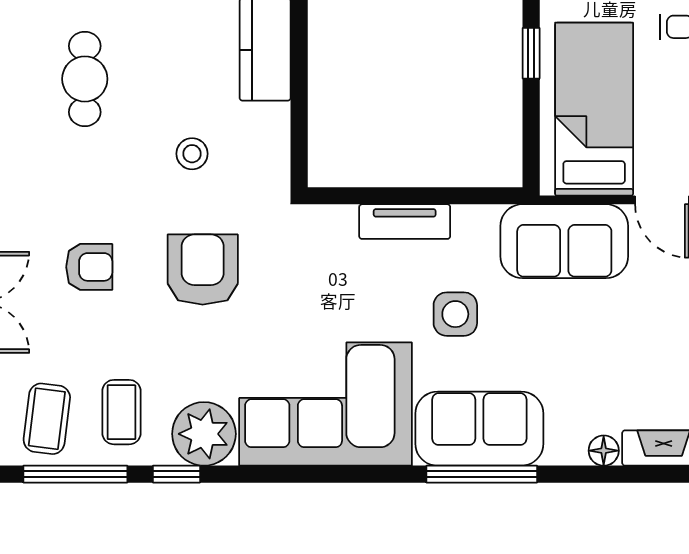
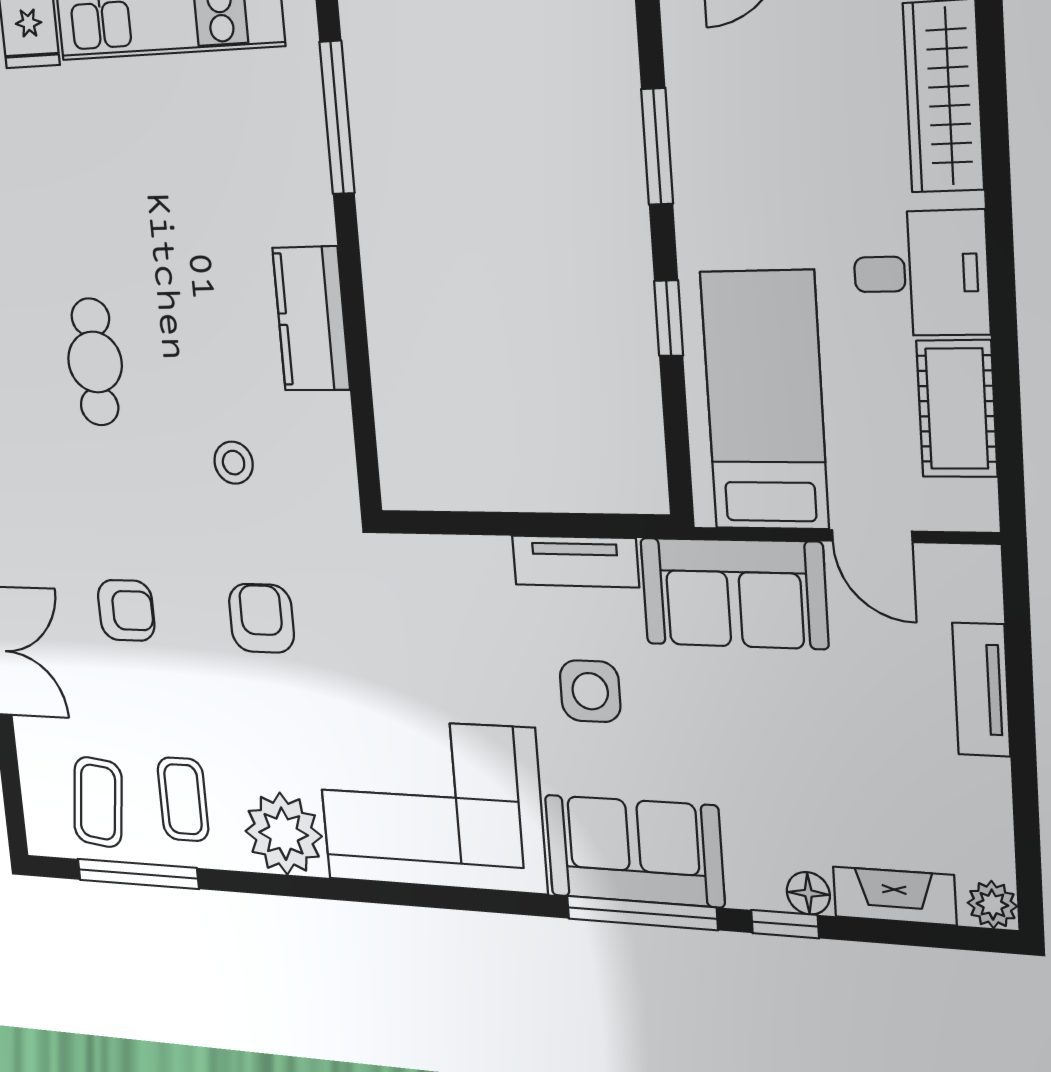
tv unit: (405, 222) -> (575, 561), moved
armchair: (203, 270) -> (261, 618), width x0.72, depth x0.72
window: (176, 474) -> (785, 924), moved

